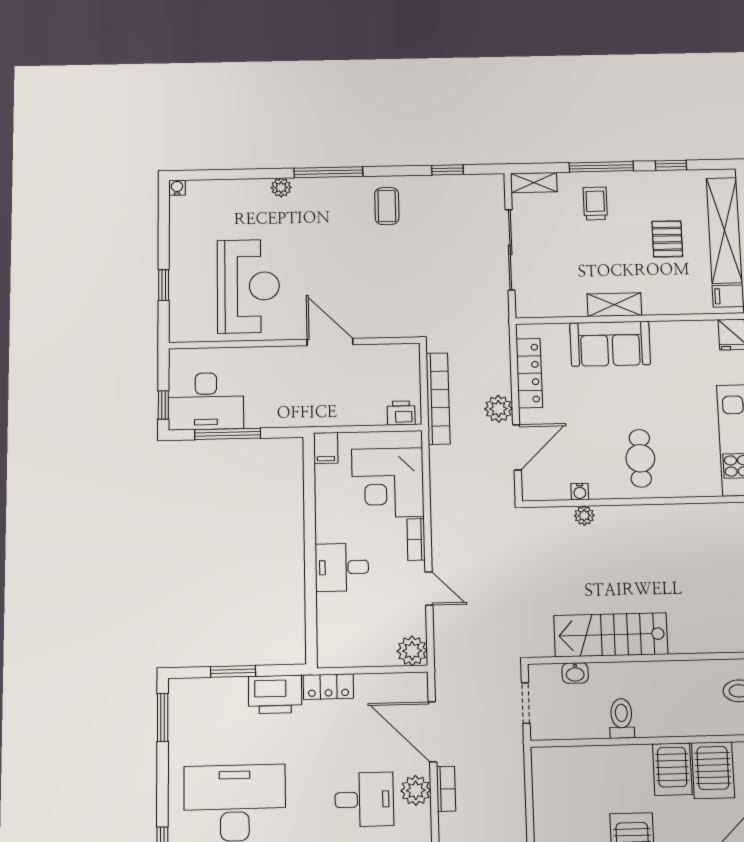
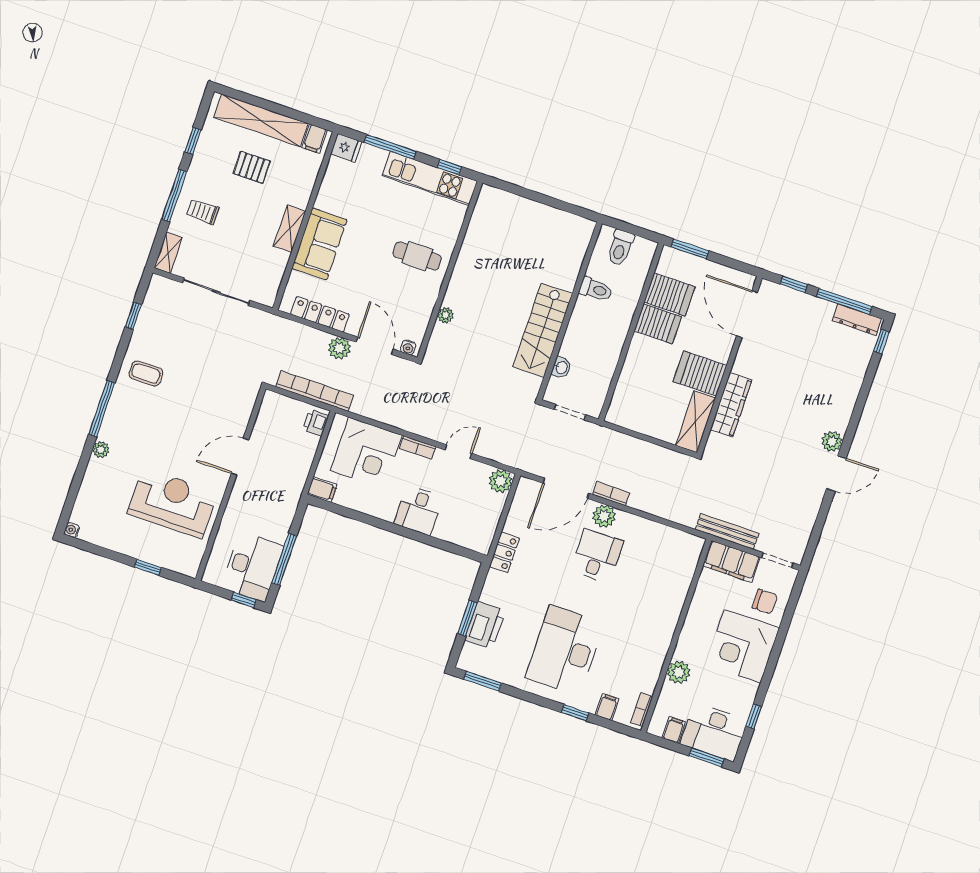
water cooler: (580, 492) -> (408, 347), moved, turned 90
printer: (275, 694) -> (485, 625), moved
toilet: (622, 718) -> (596, 289), moved, turned 180

